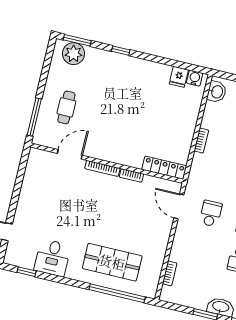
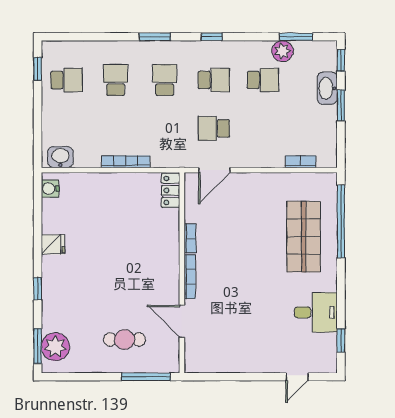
fridge: (179, 77) -> (53, 244), moved
bookcase: (201, 141) -> (126, 162), width x1.56
locker: (164, 168) -> (171, 190), width x0.66

